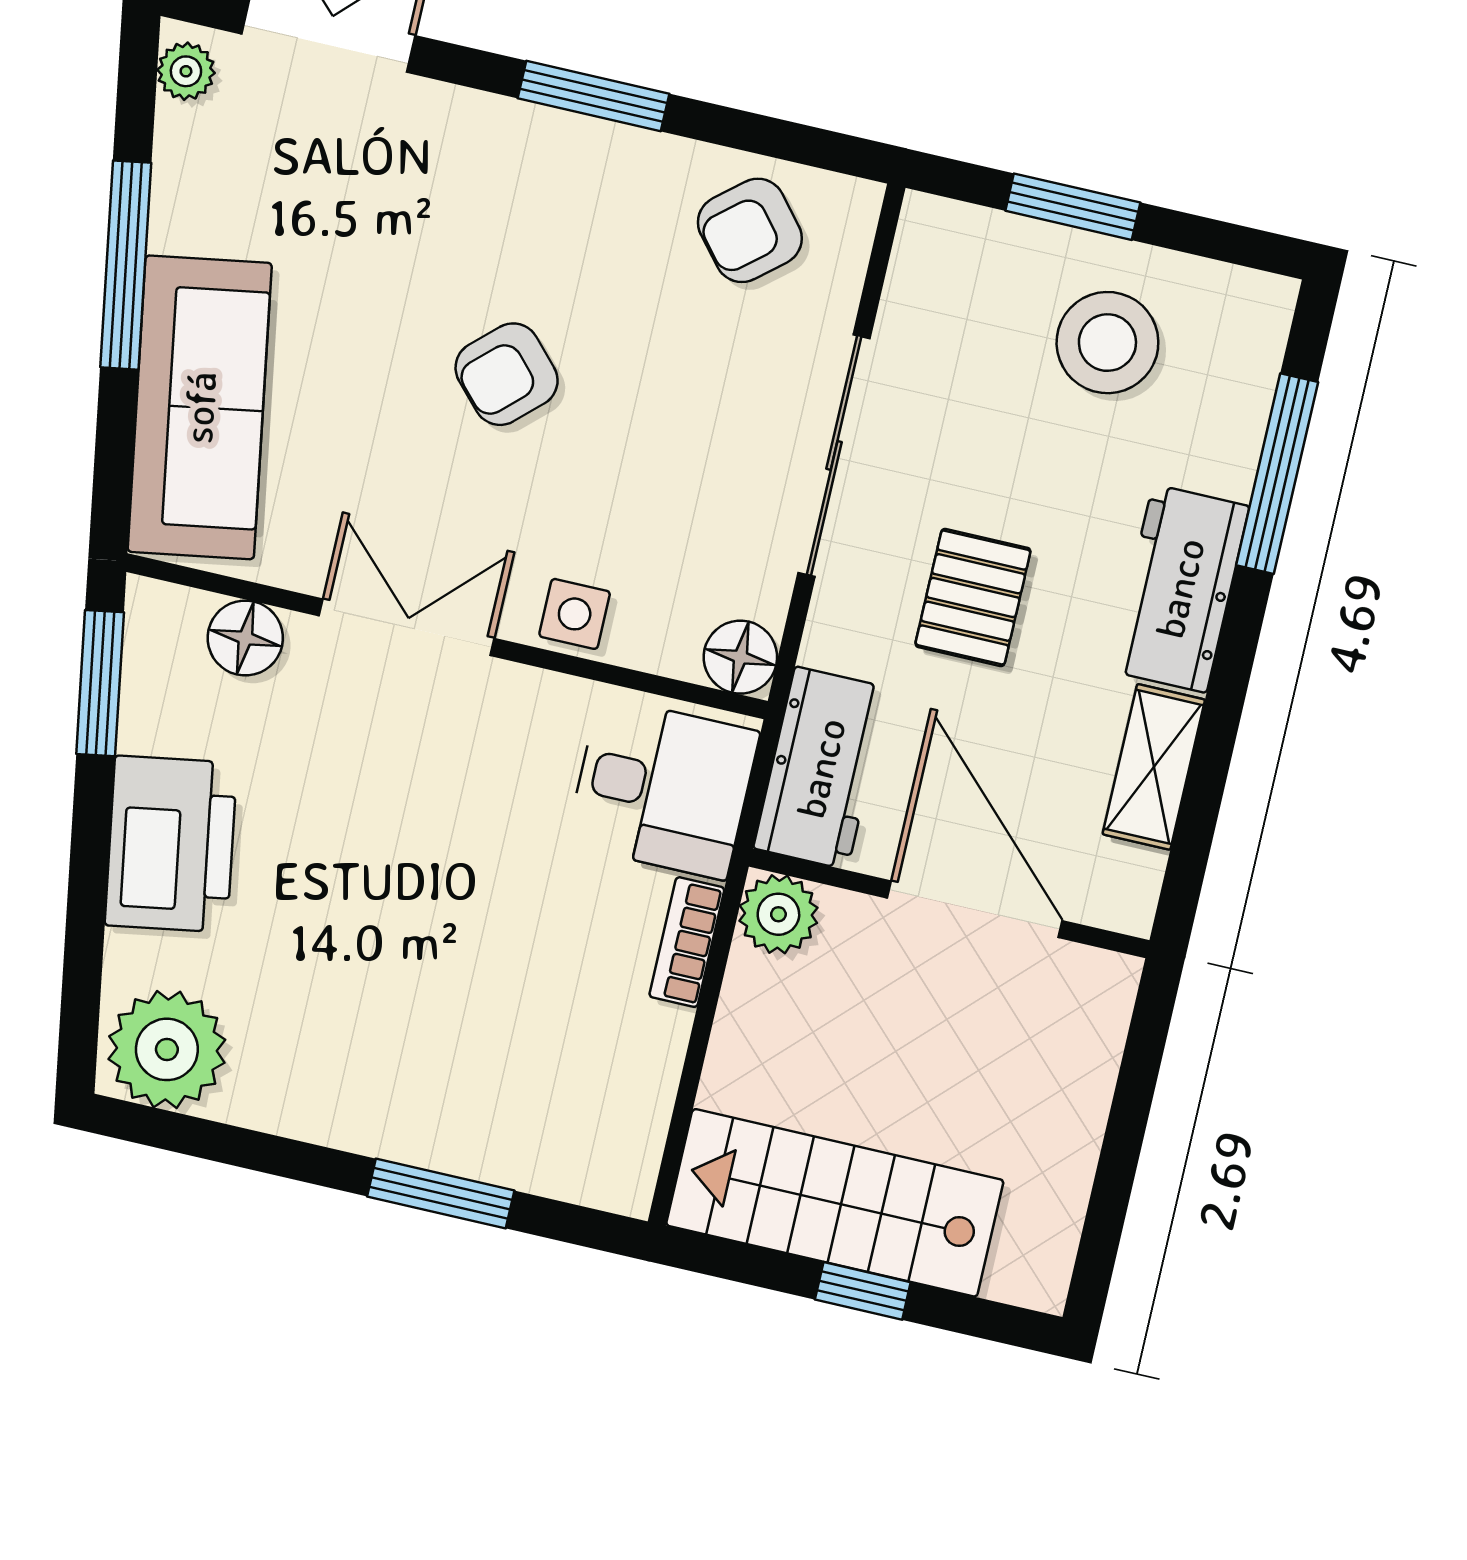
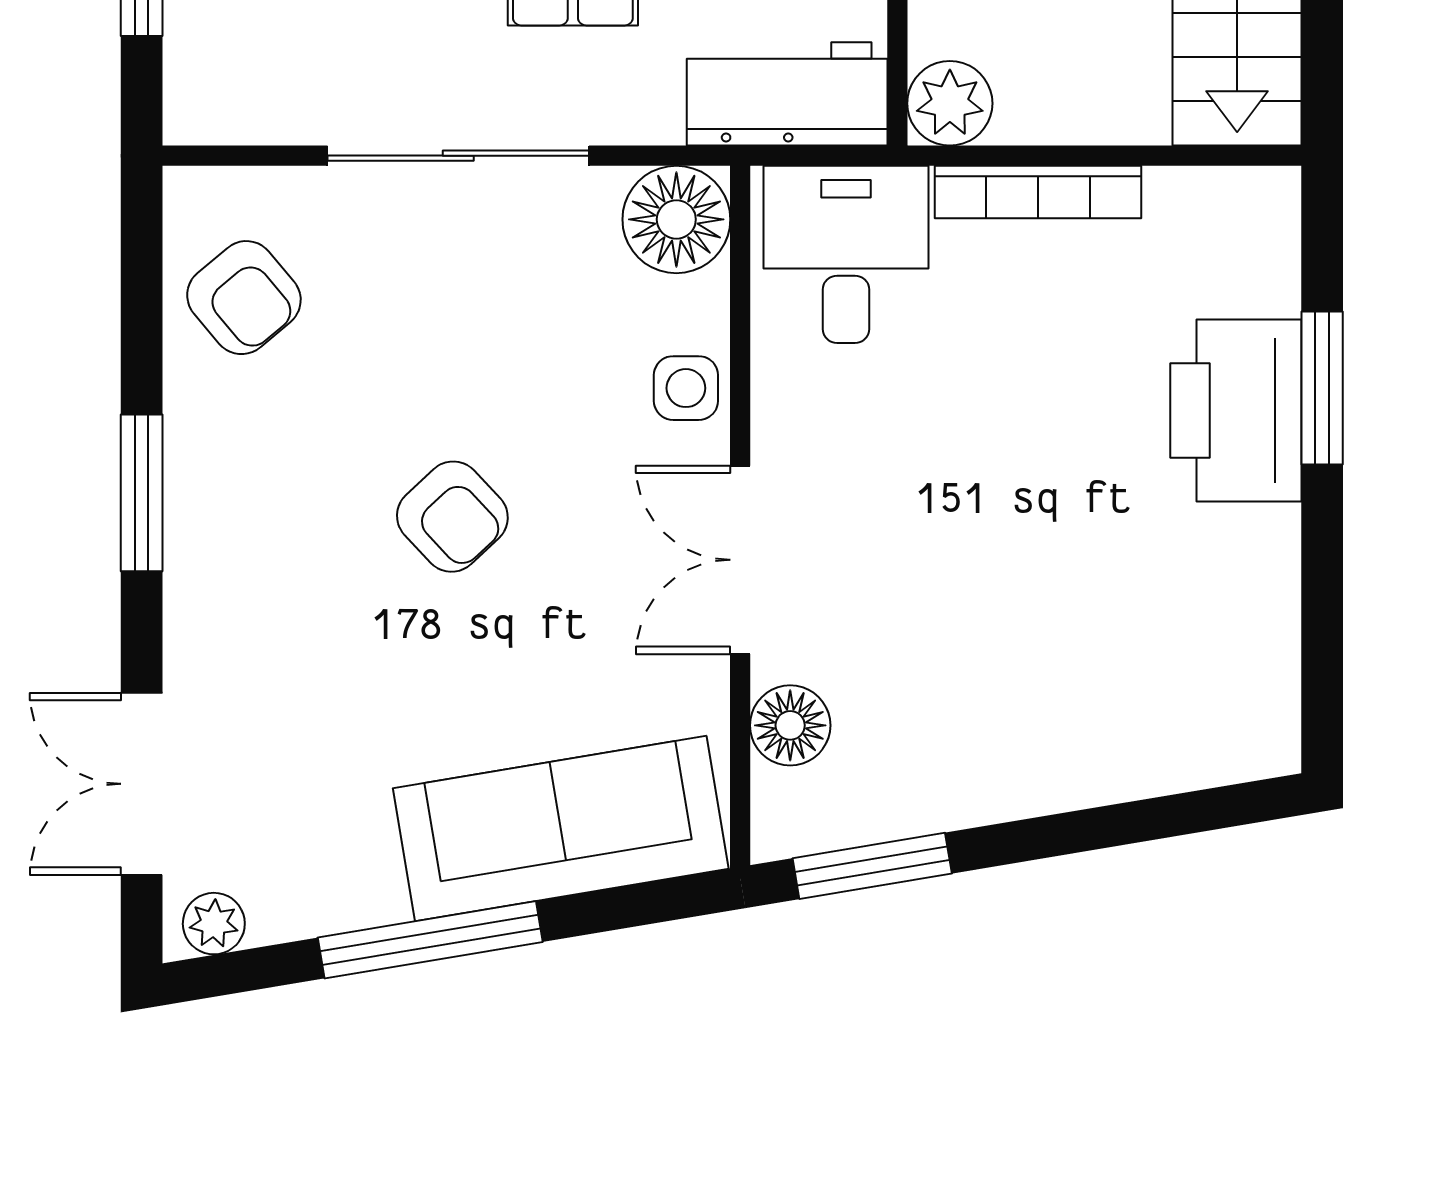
floor lamp: (740, 657) -> (676, 219), width x1.38, depth x1.38
printer: (171, 844) -> (1236, 410), moved, turned -81
bookcase: (687, 942) -> (1038, 192), width x1.56
plant: (167, 1049) -> (1238, 708), removed

